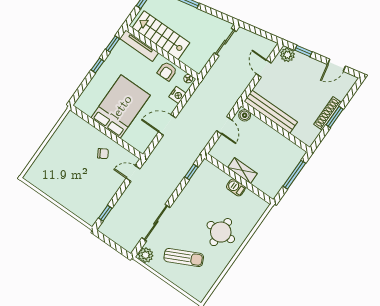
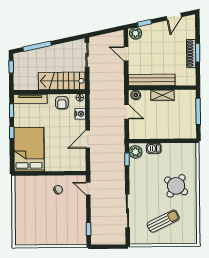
stairs: (161, 35) -> (62, 81), moved
bed: (121, 107) -> (29, 149), moved
shelving: (242, 171) -> (162, 95), moved
door: (133, 174) -> (88, 189), hinge flipped
barbecue: (236, 187) -> (154, 148), moved
round table: (221, 232) -> (176, 186), turned 36
plant: (146, 255) -> (135, 152), moved

